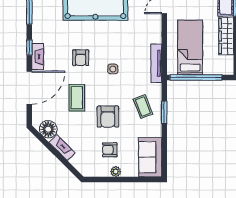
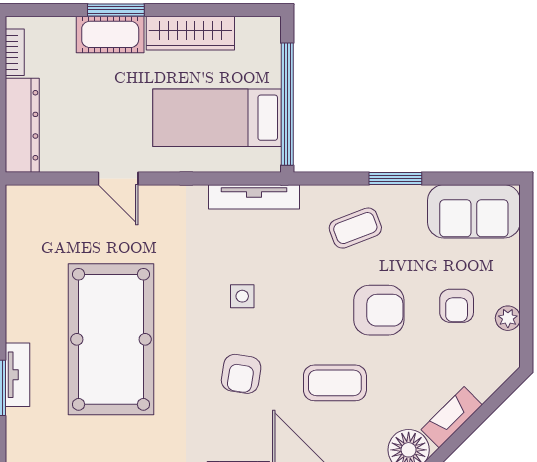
armchair: (81, 58) -> (241, 374), turned 99
side table: (113, 69) -> (242, 296), moved
window: (164, 112) -> (395, 178), moved
plant: (116, 172) -> (508, 318), moved

